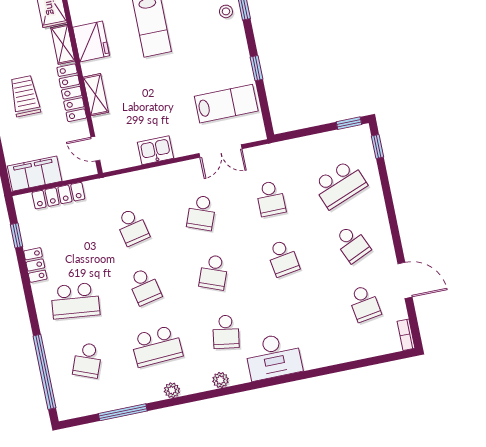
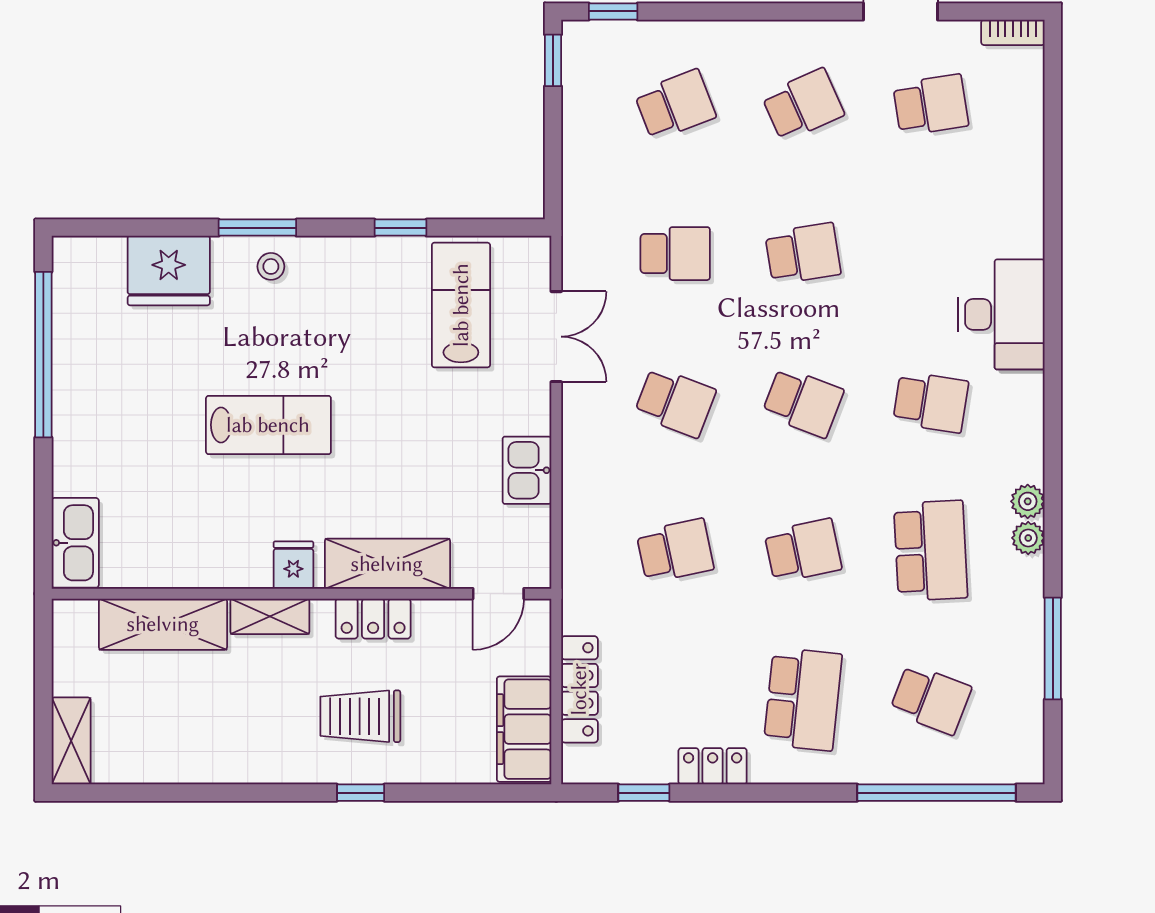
fridge: (91, 41) -> (293, 565), width x0.53, depth x0.75
locker: (72, 93) -> (373, 619), width x0.66
shelving: (96, 95) -> (387, 564), width x1.50, depth x1.33
school desk: (340, 184) -> (675, 105), width x0.54
plant: (220, 380) -> (1028, 501), moved

